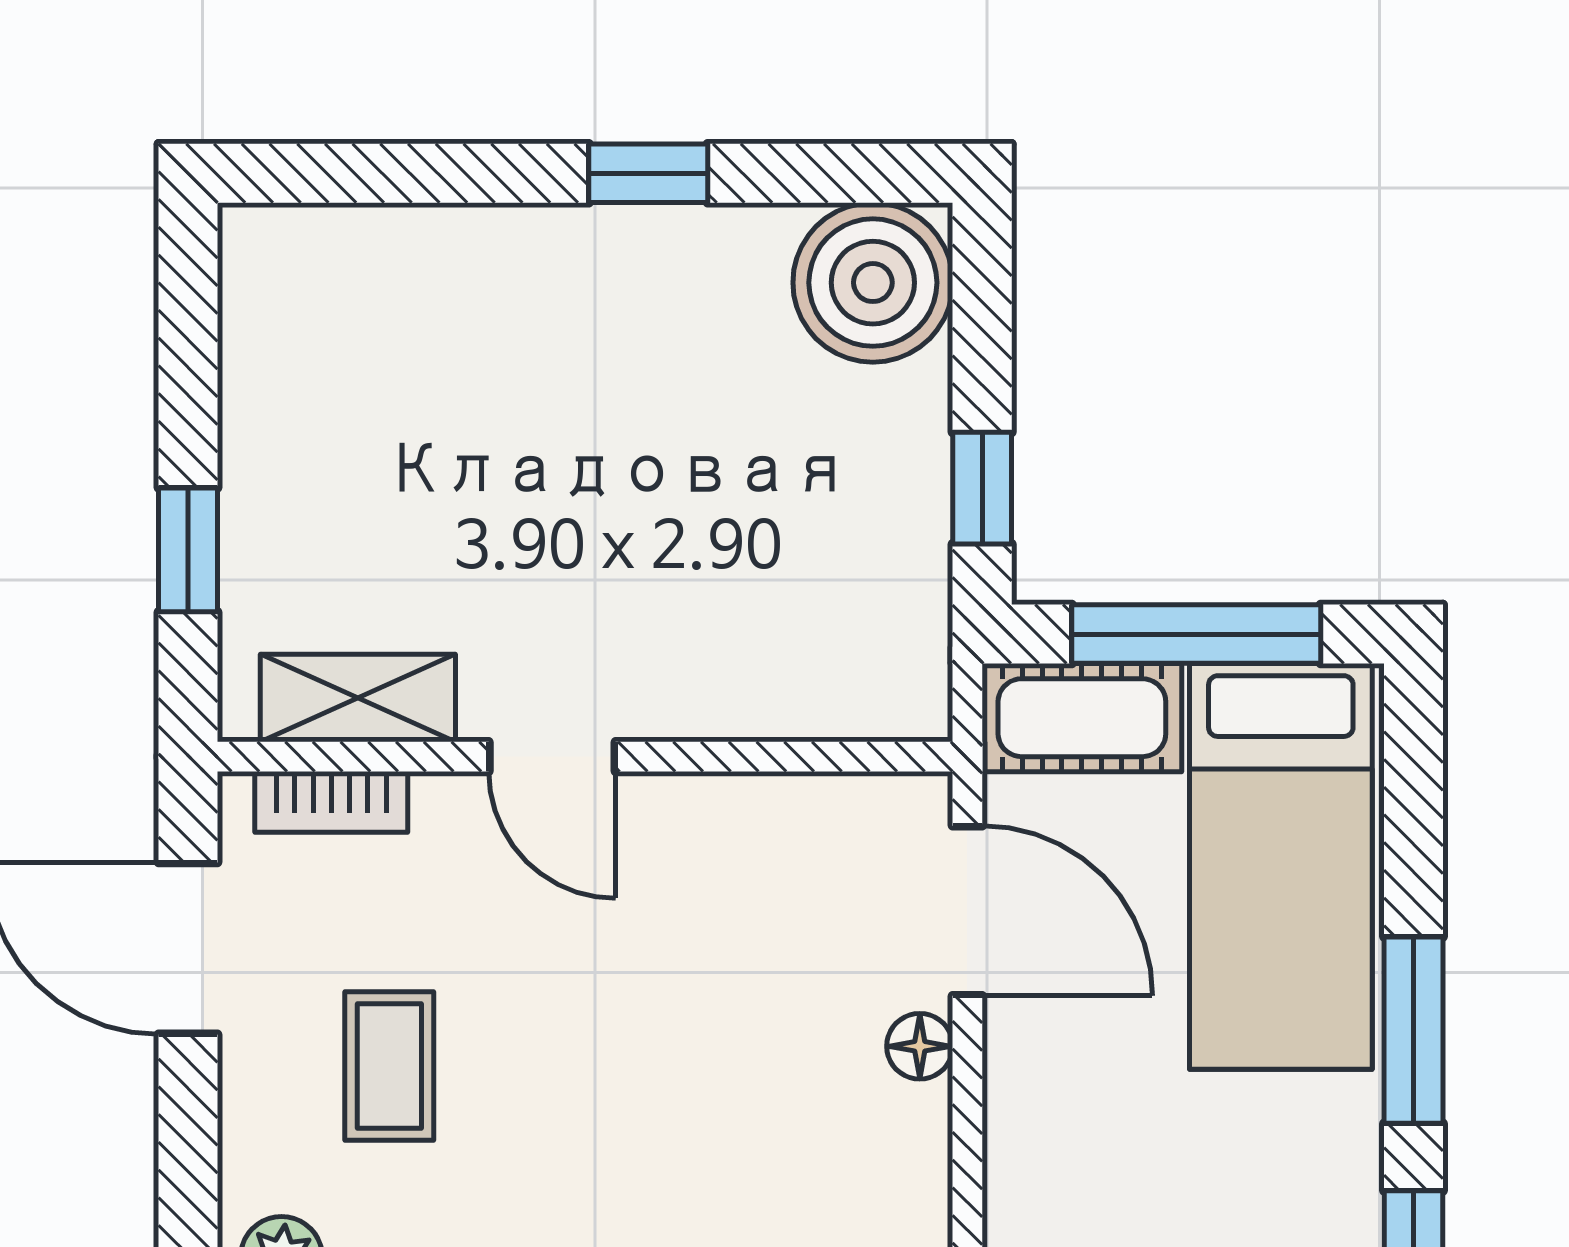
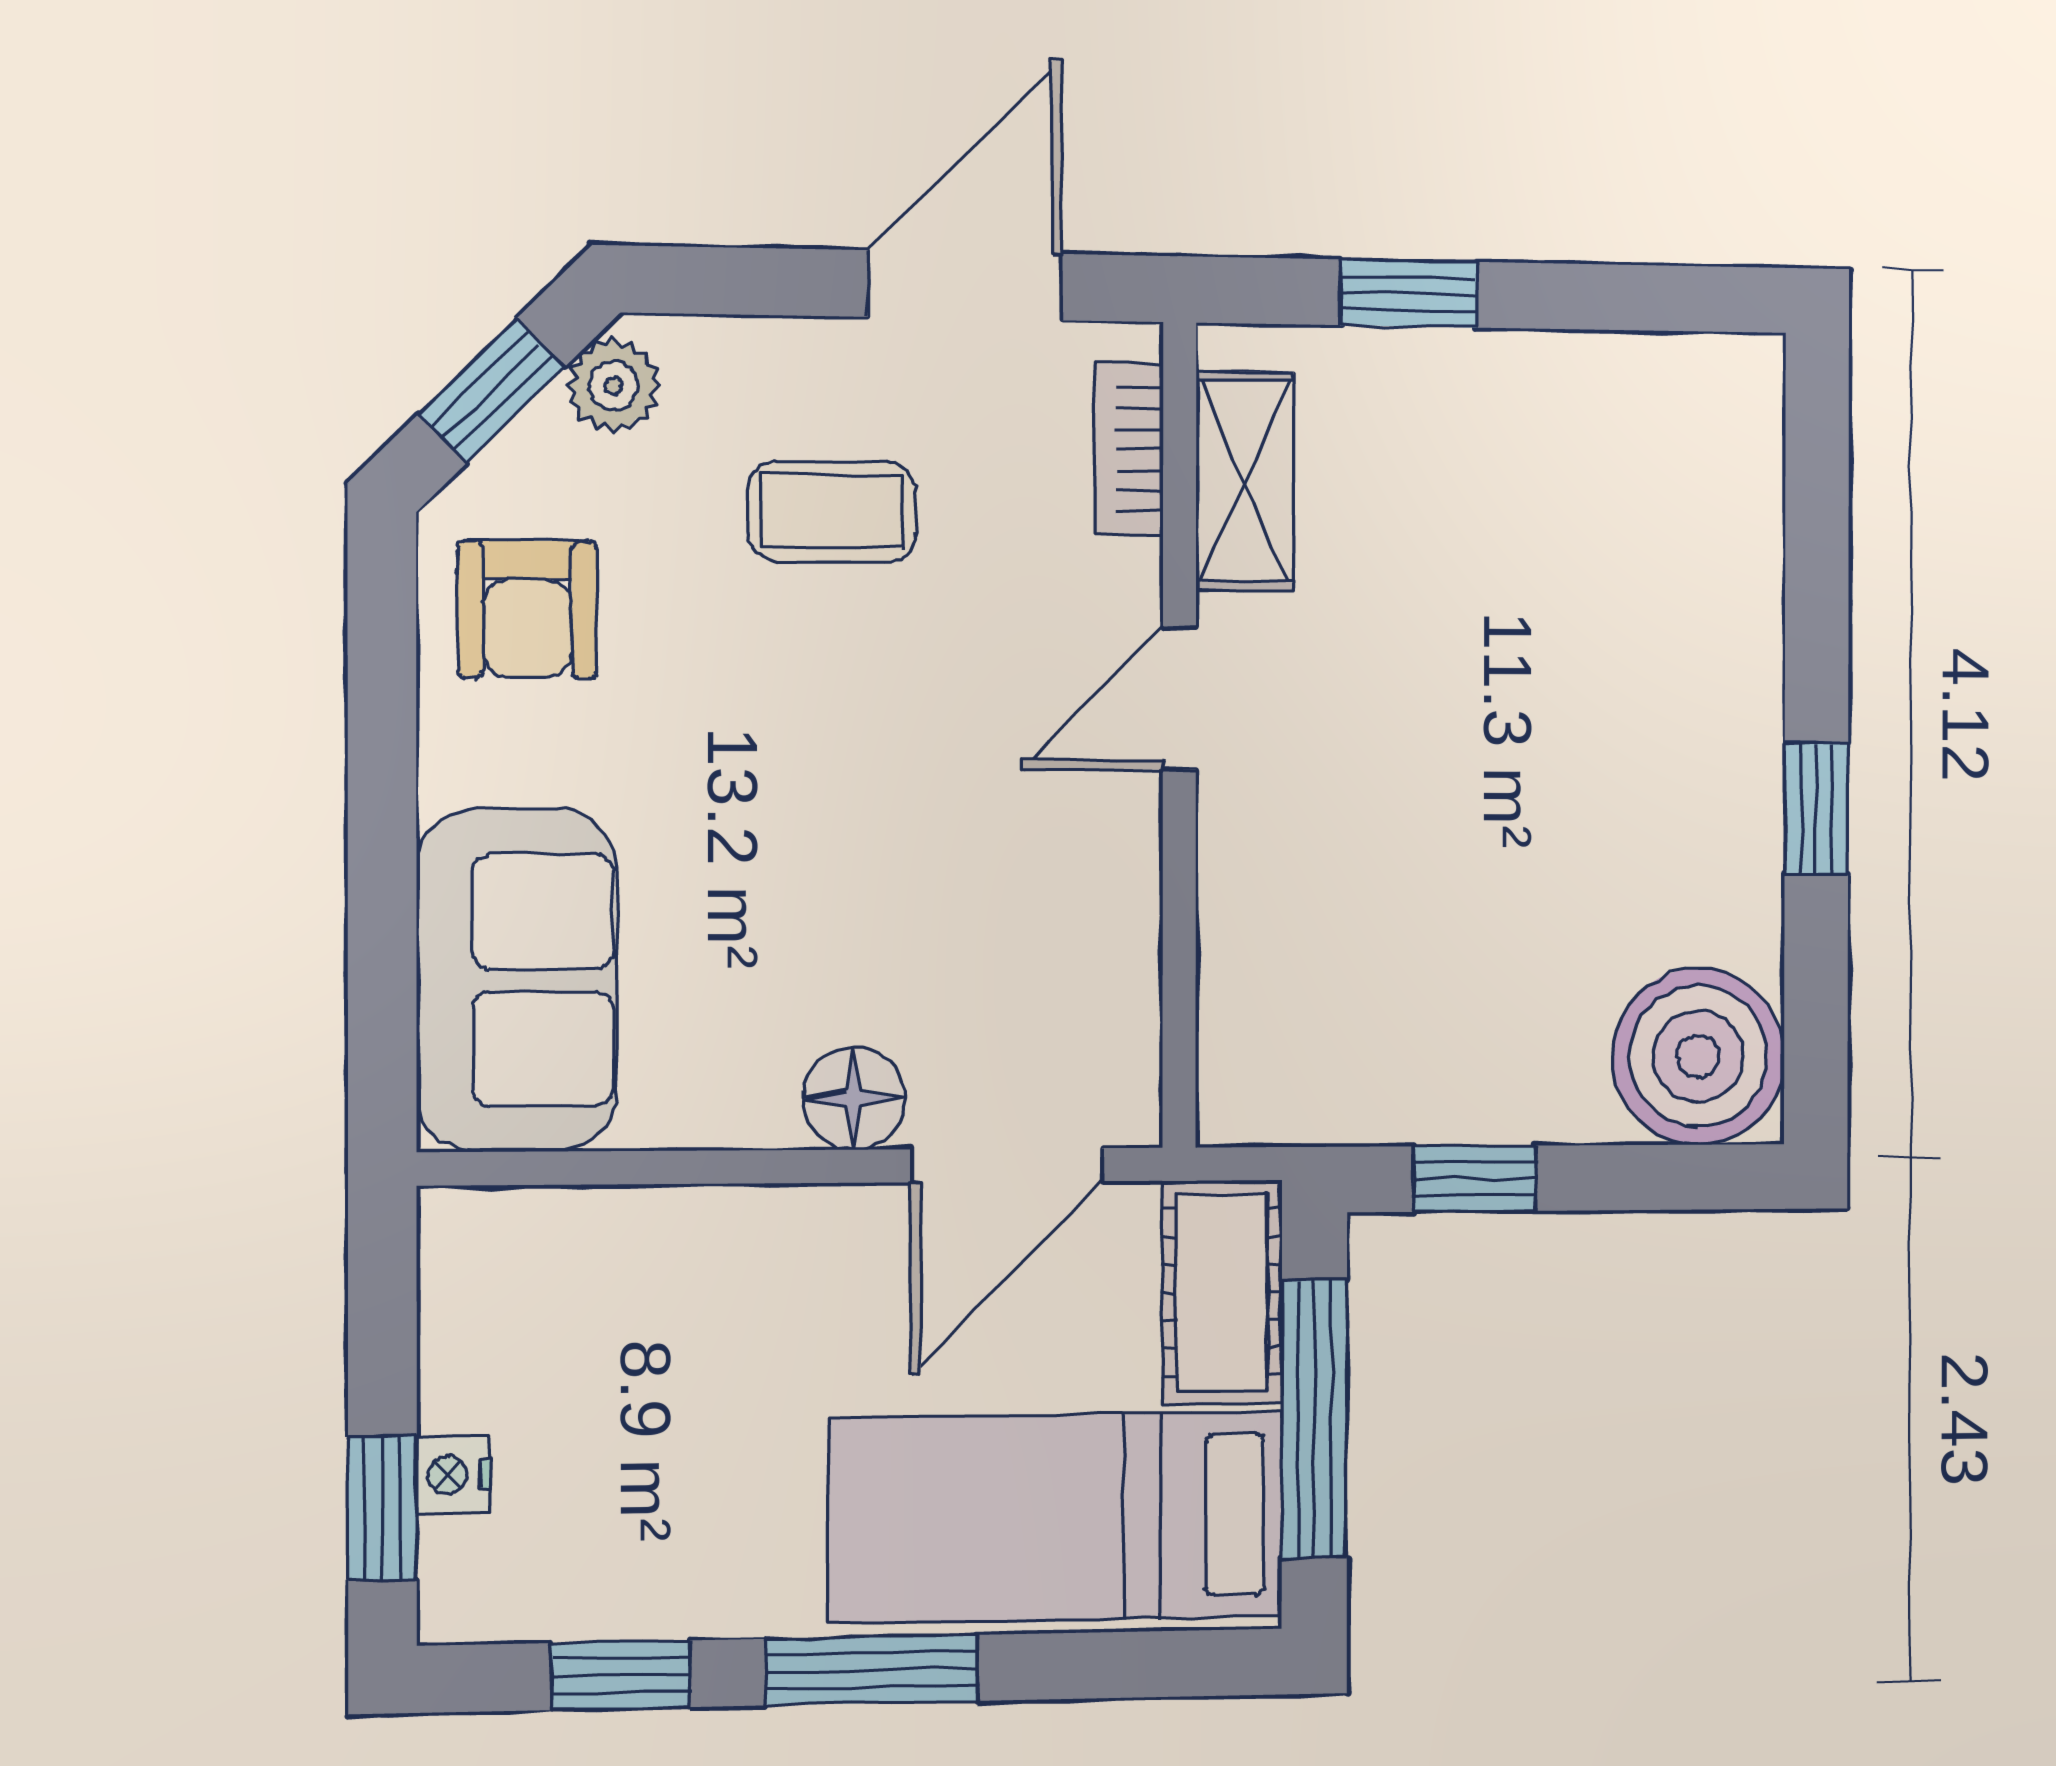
floor lamp: (920, 1046) -> (854, 1098), width x1.37, depth x1.37

